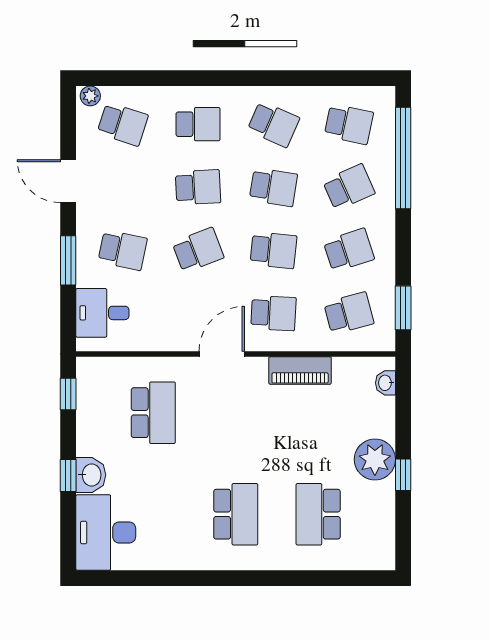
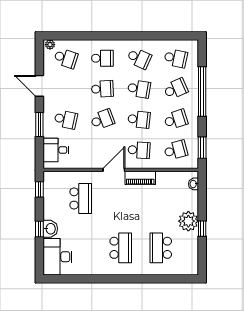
window: (403, 158) -> (202, 91), moved
piano: (300, 370) -> (140, 178), moved

